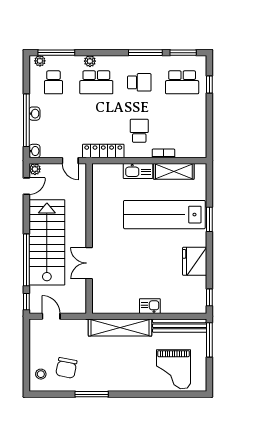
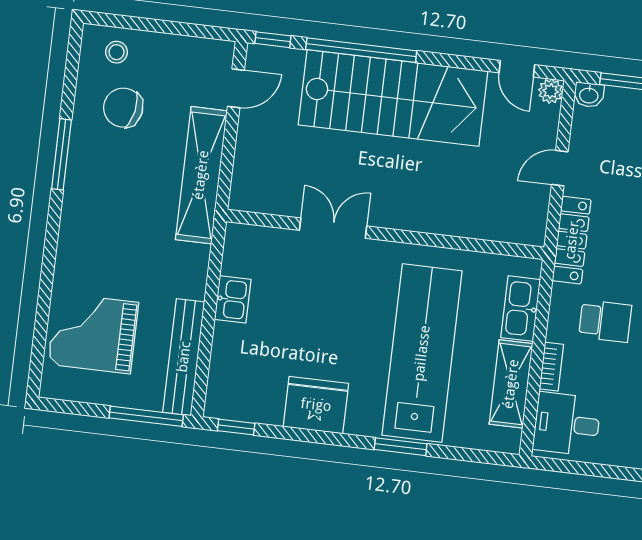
desk: (189, 143) -> (567, 424), added
wall: (89, 238) -> (385, 234), moved
double door: (89, 263) -> (333, 228), moved
shelving: (120, 328) -> (201, 175), moved

